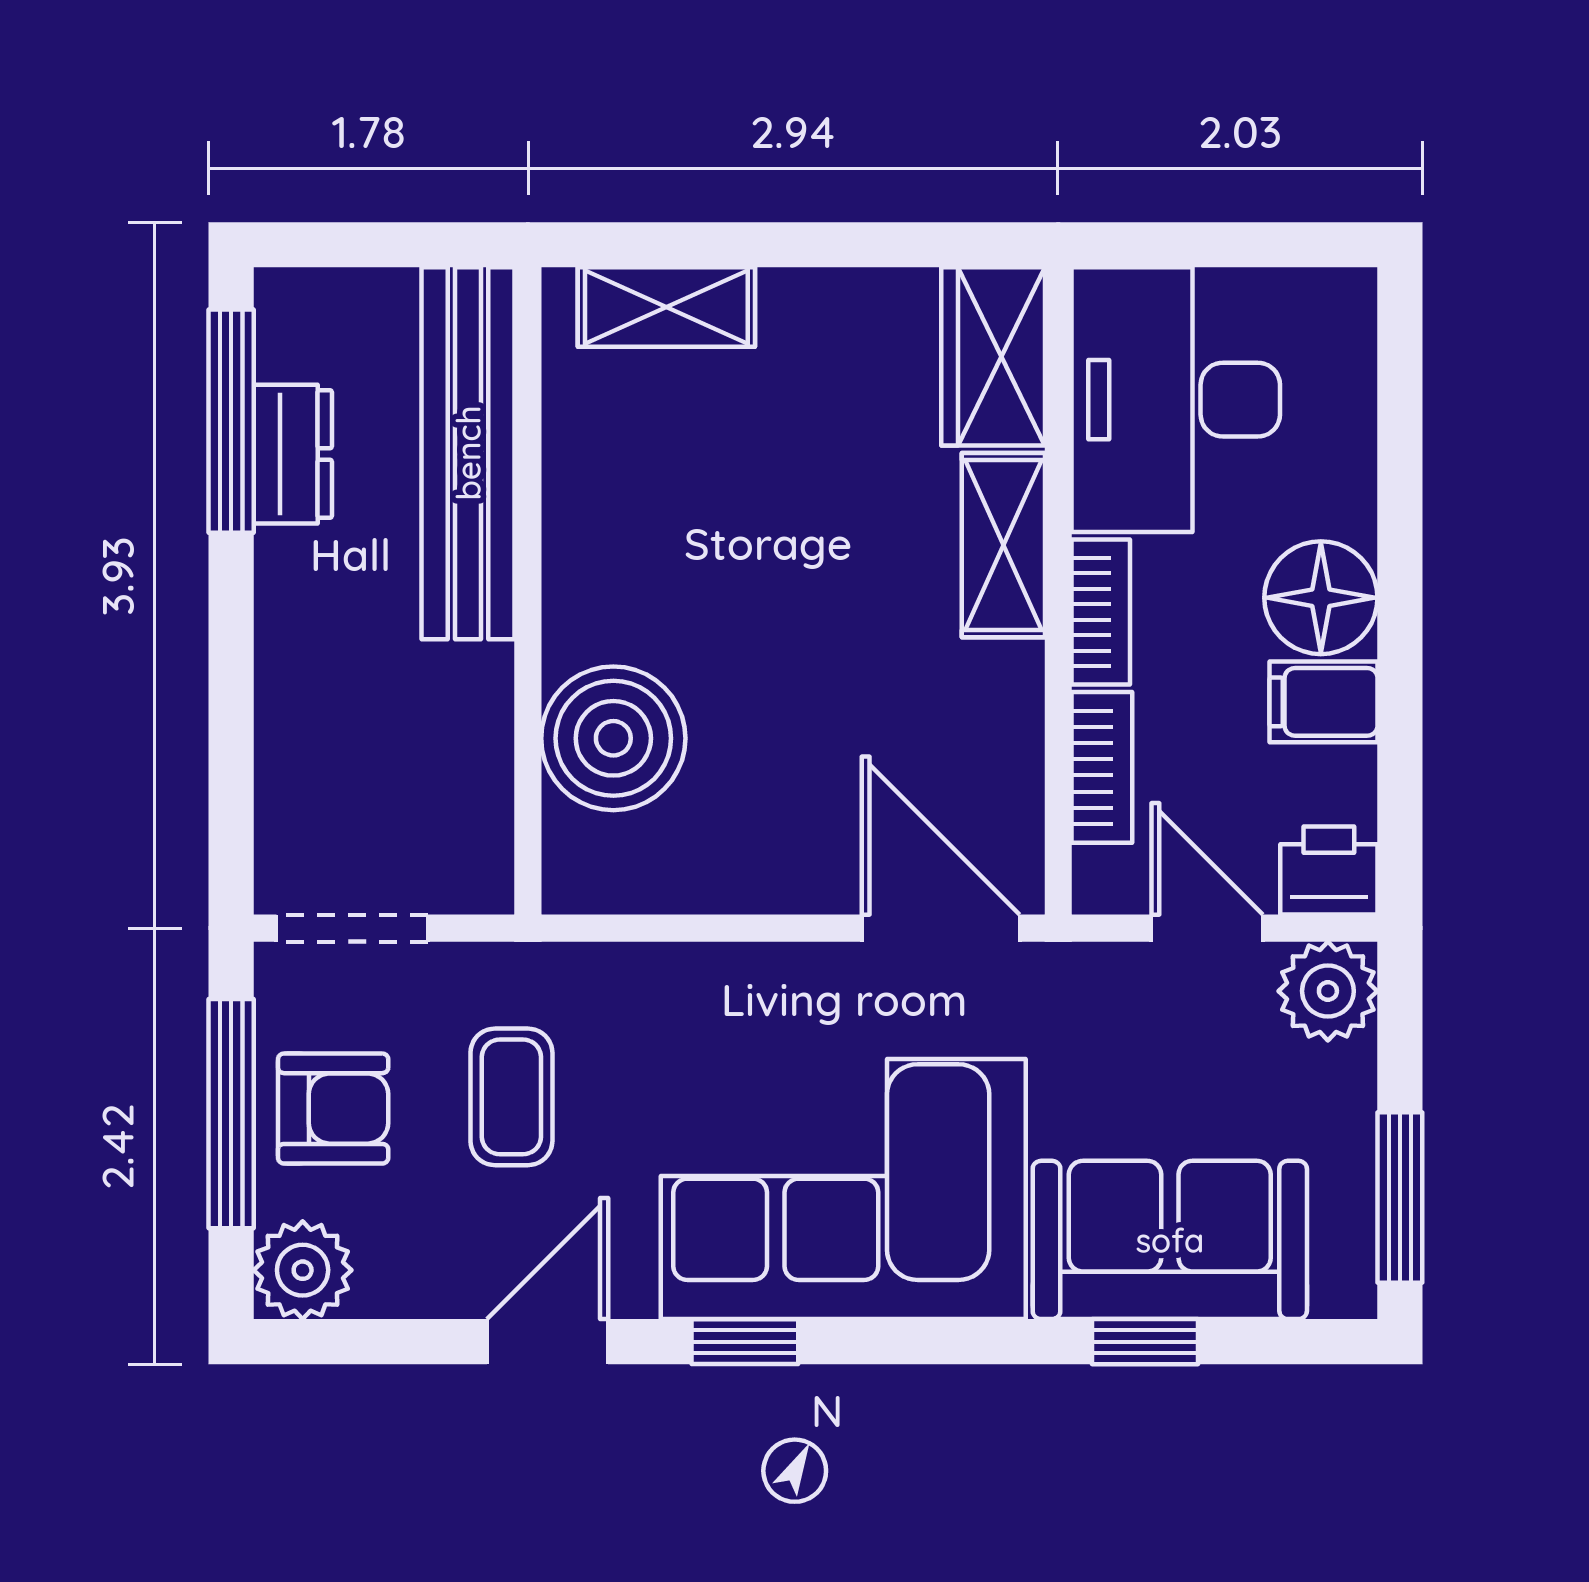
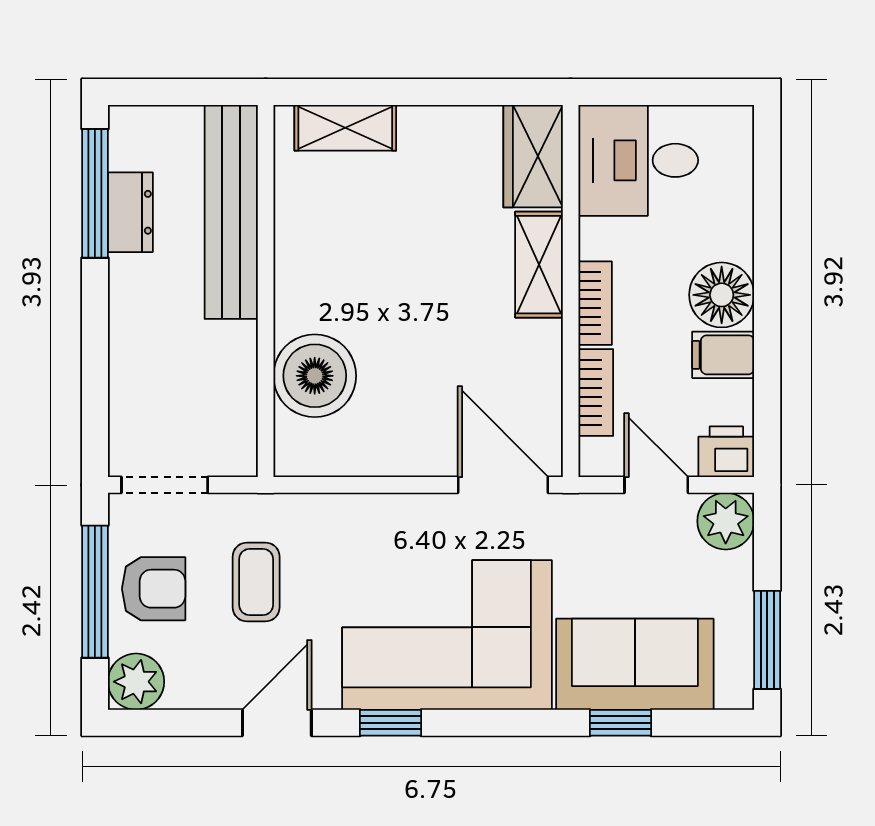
desk: (1176, 400) -> (638, 160), width x0.73

